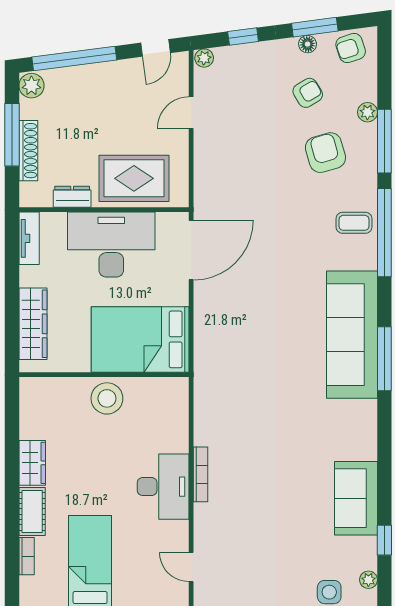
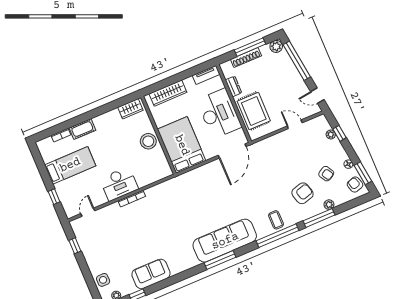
window: (315, 27) -> (363, 173), moved
plant: (204, 58) -> (331, 134), moved
door: (191, 250) -> (232, 151), hinge flipped
wardrobe: (32, 463) -> (130, 109), moved

